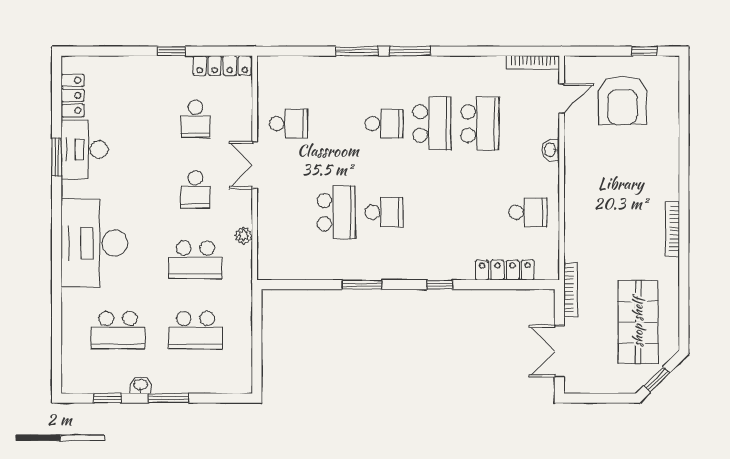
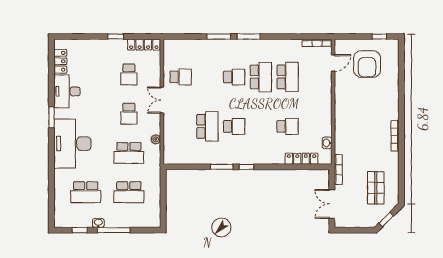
washbasin: (551, 150) -> (327, 143), moved
window: (57, 157) -> (51, 117), moved
school desk: (528, 212) -> (288, 126), moved
window: (440, 285) -> (246, 167), moved
shop shelf: (638, 322) -> (376, 188), width x0.70, depth x0.74
window: (168, 398) -> (114, 230), width x1.44

